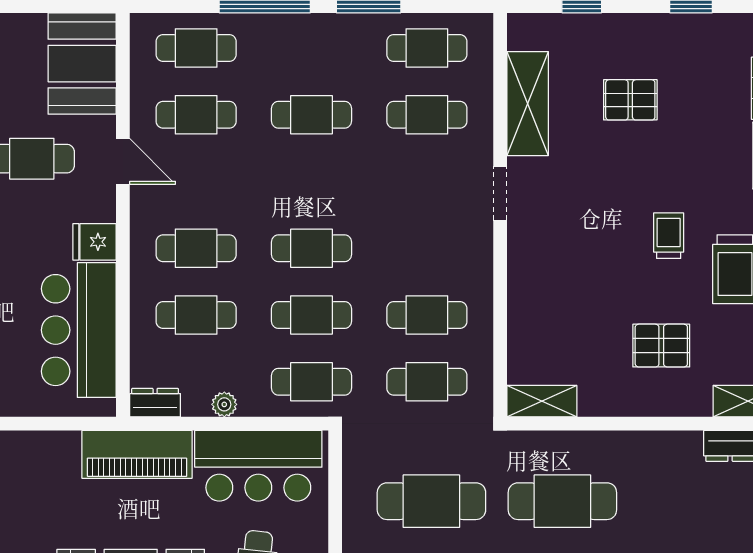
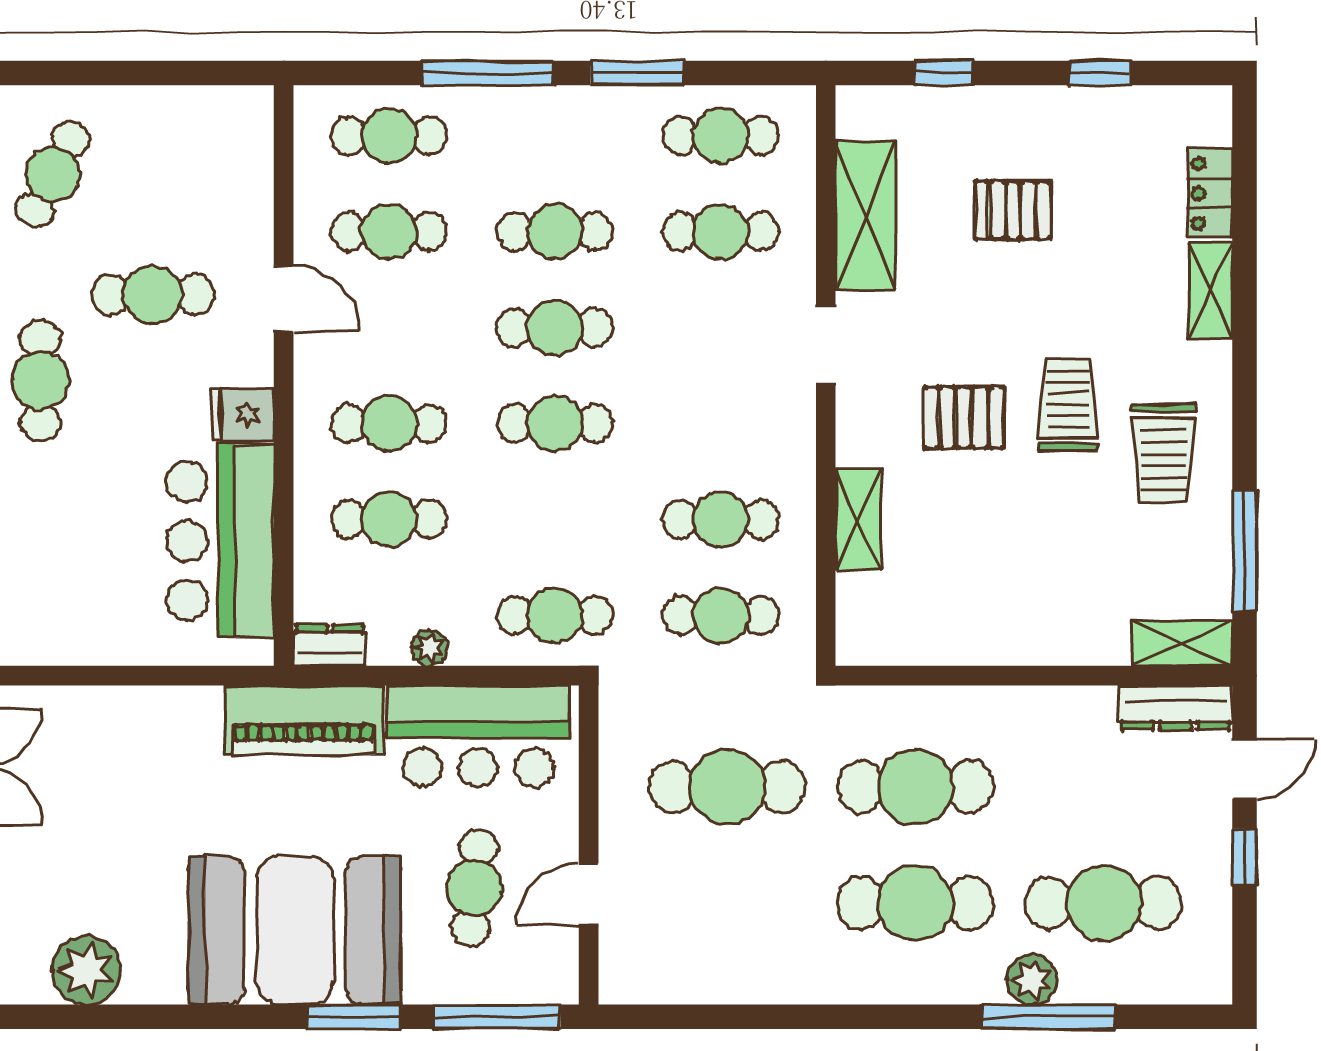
booth: (82, 64) -> (225, 158), removed
trolley: (669, 236) -> (1068, 405), width x1.36, depth x1.39
cafe table: (311, 315) -> (555, 328), moved
pallet: (661, 346) -> (964, 418), moved
shelving: (542, 401) -> (858, 520), moved, turned 90

